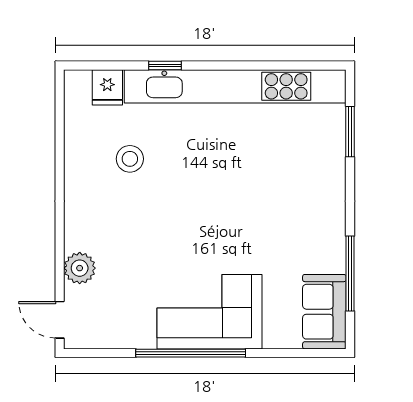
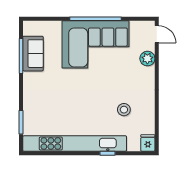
fridge: (107, 87) -> (148, 143), moved
corner sofa: (209, 312) -> (96, 44), width x1.36, depth x1.36
sofa: (324, 312) -> (33, 54), moved

